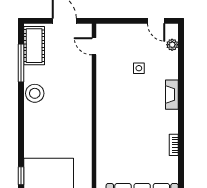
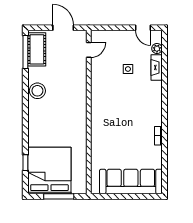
door: (94, 46) -> (89, 50), swing flipped
window: (21, 63) -> (25, 52), moved
fireplace: (172, 95) -> (157, 67), moved

